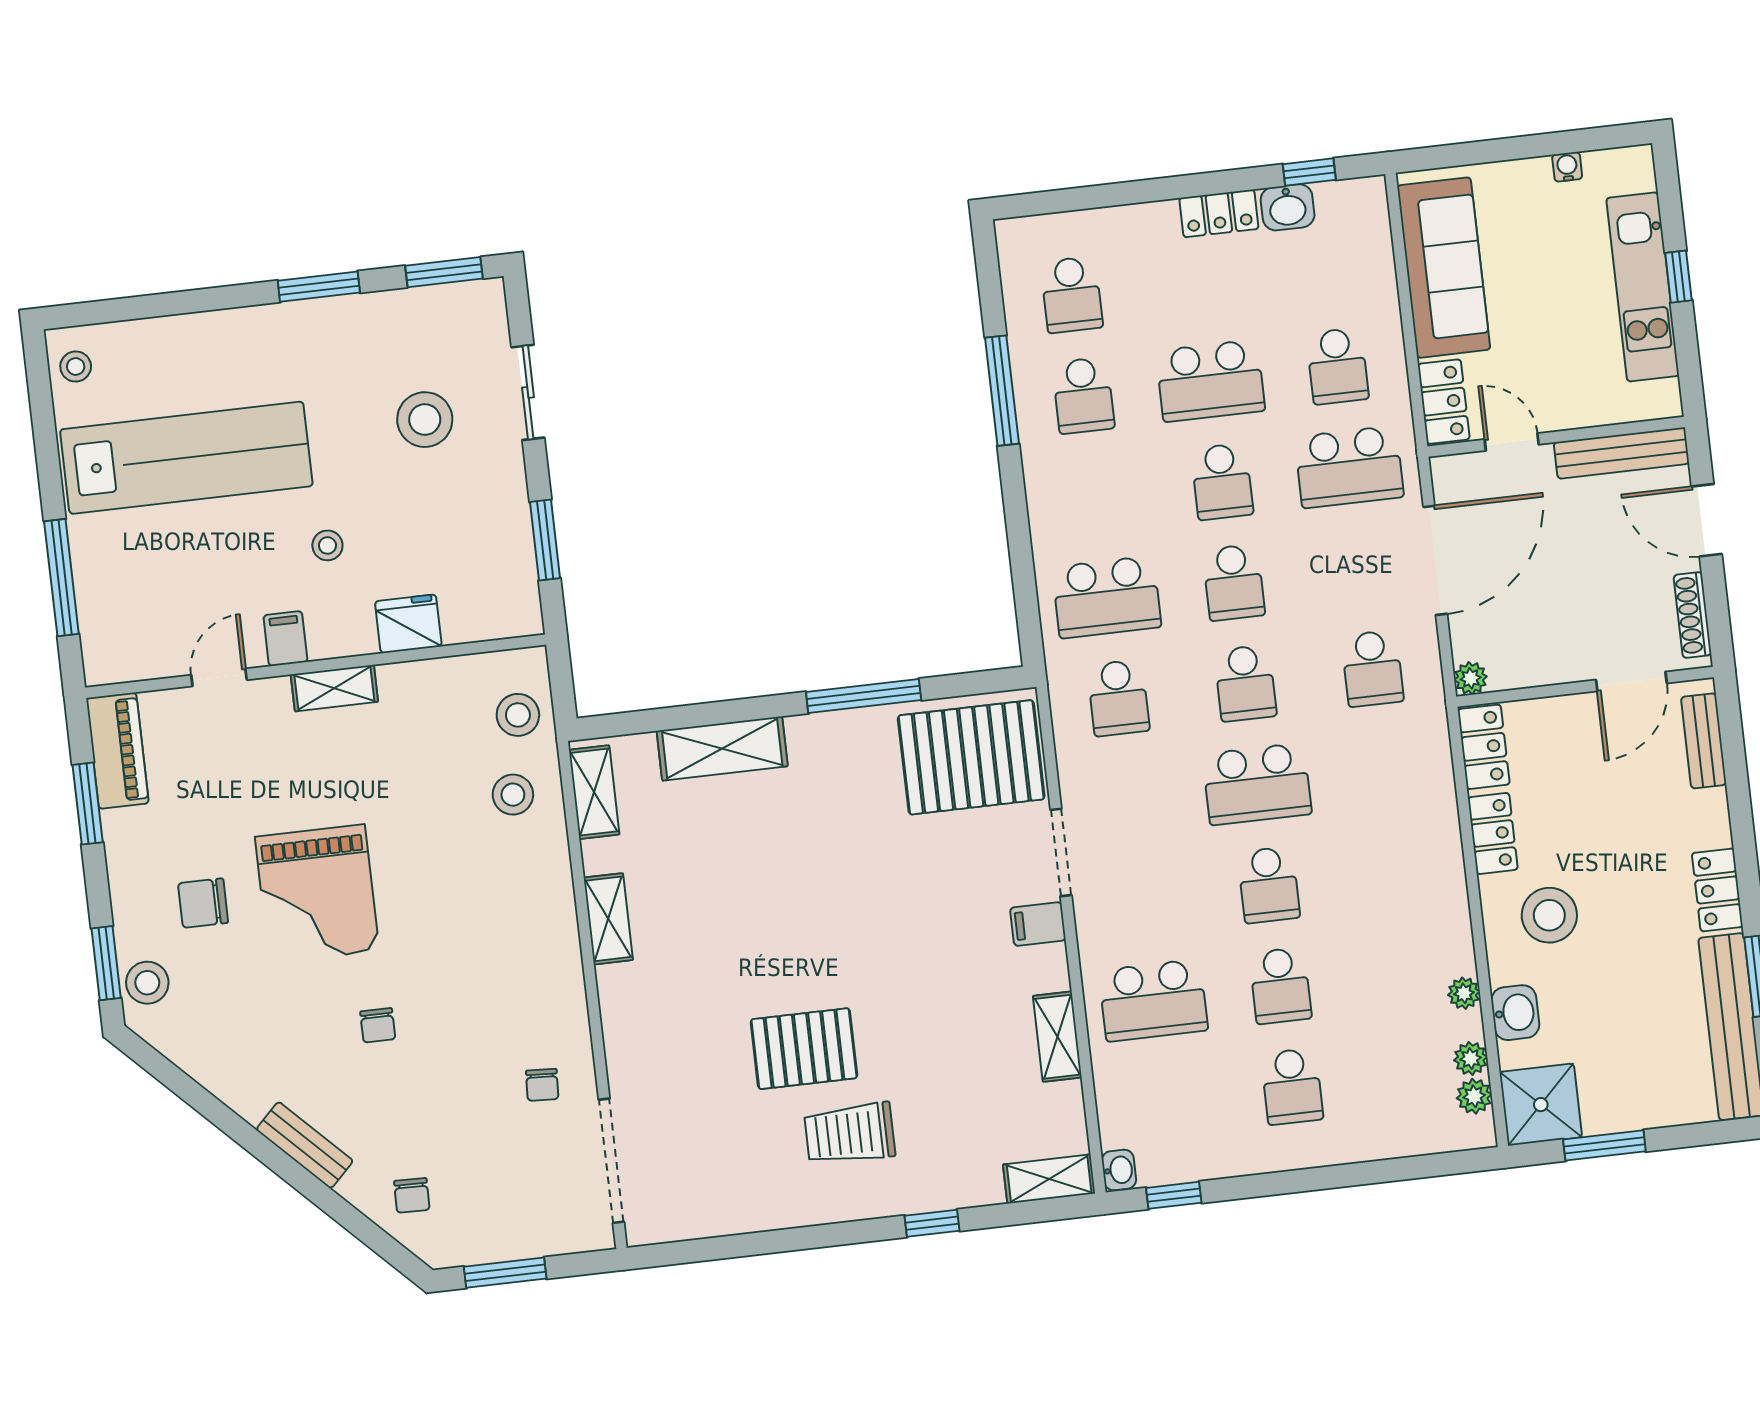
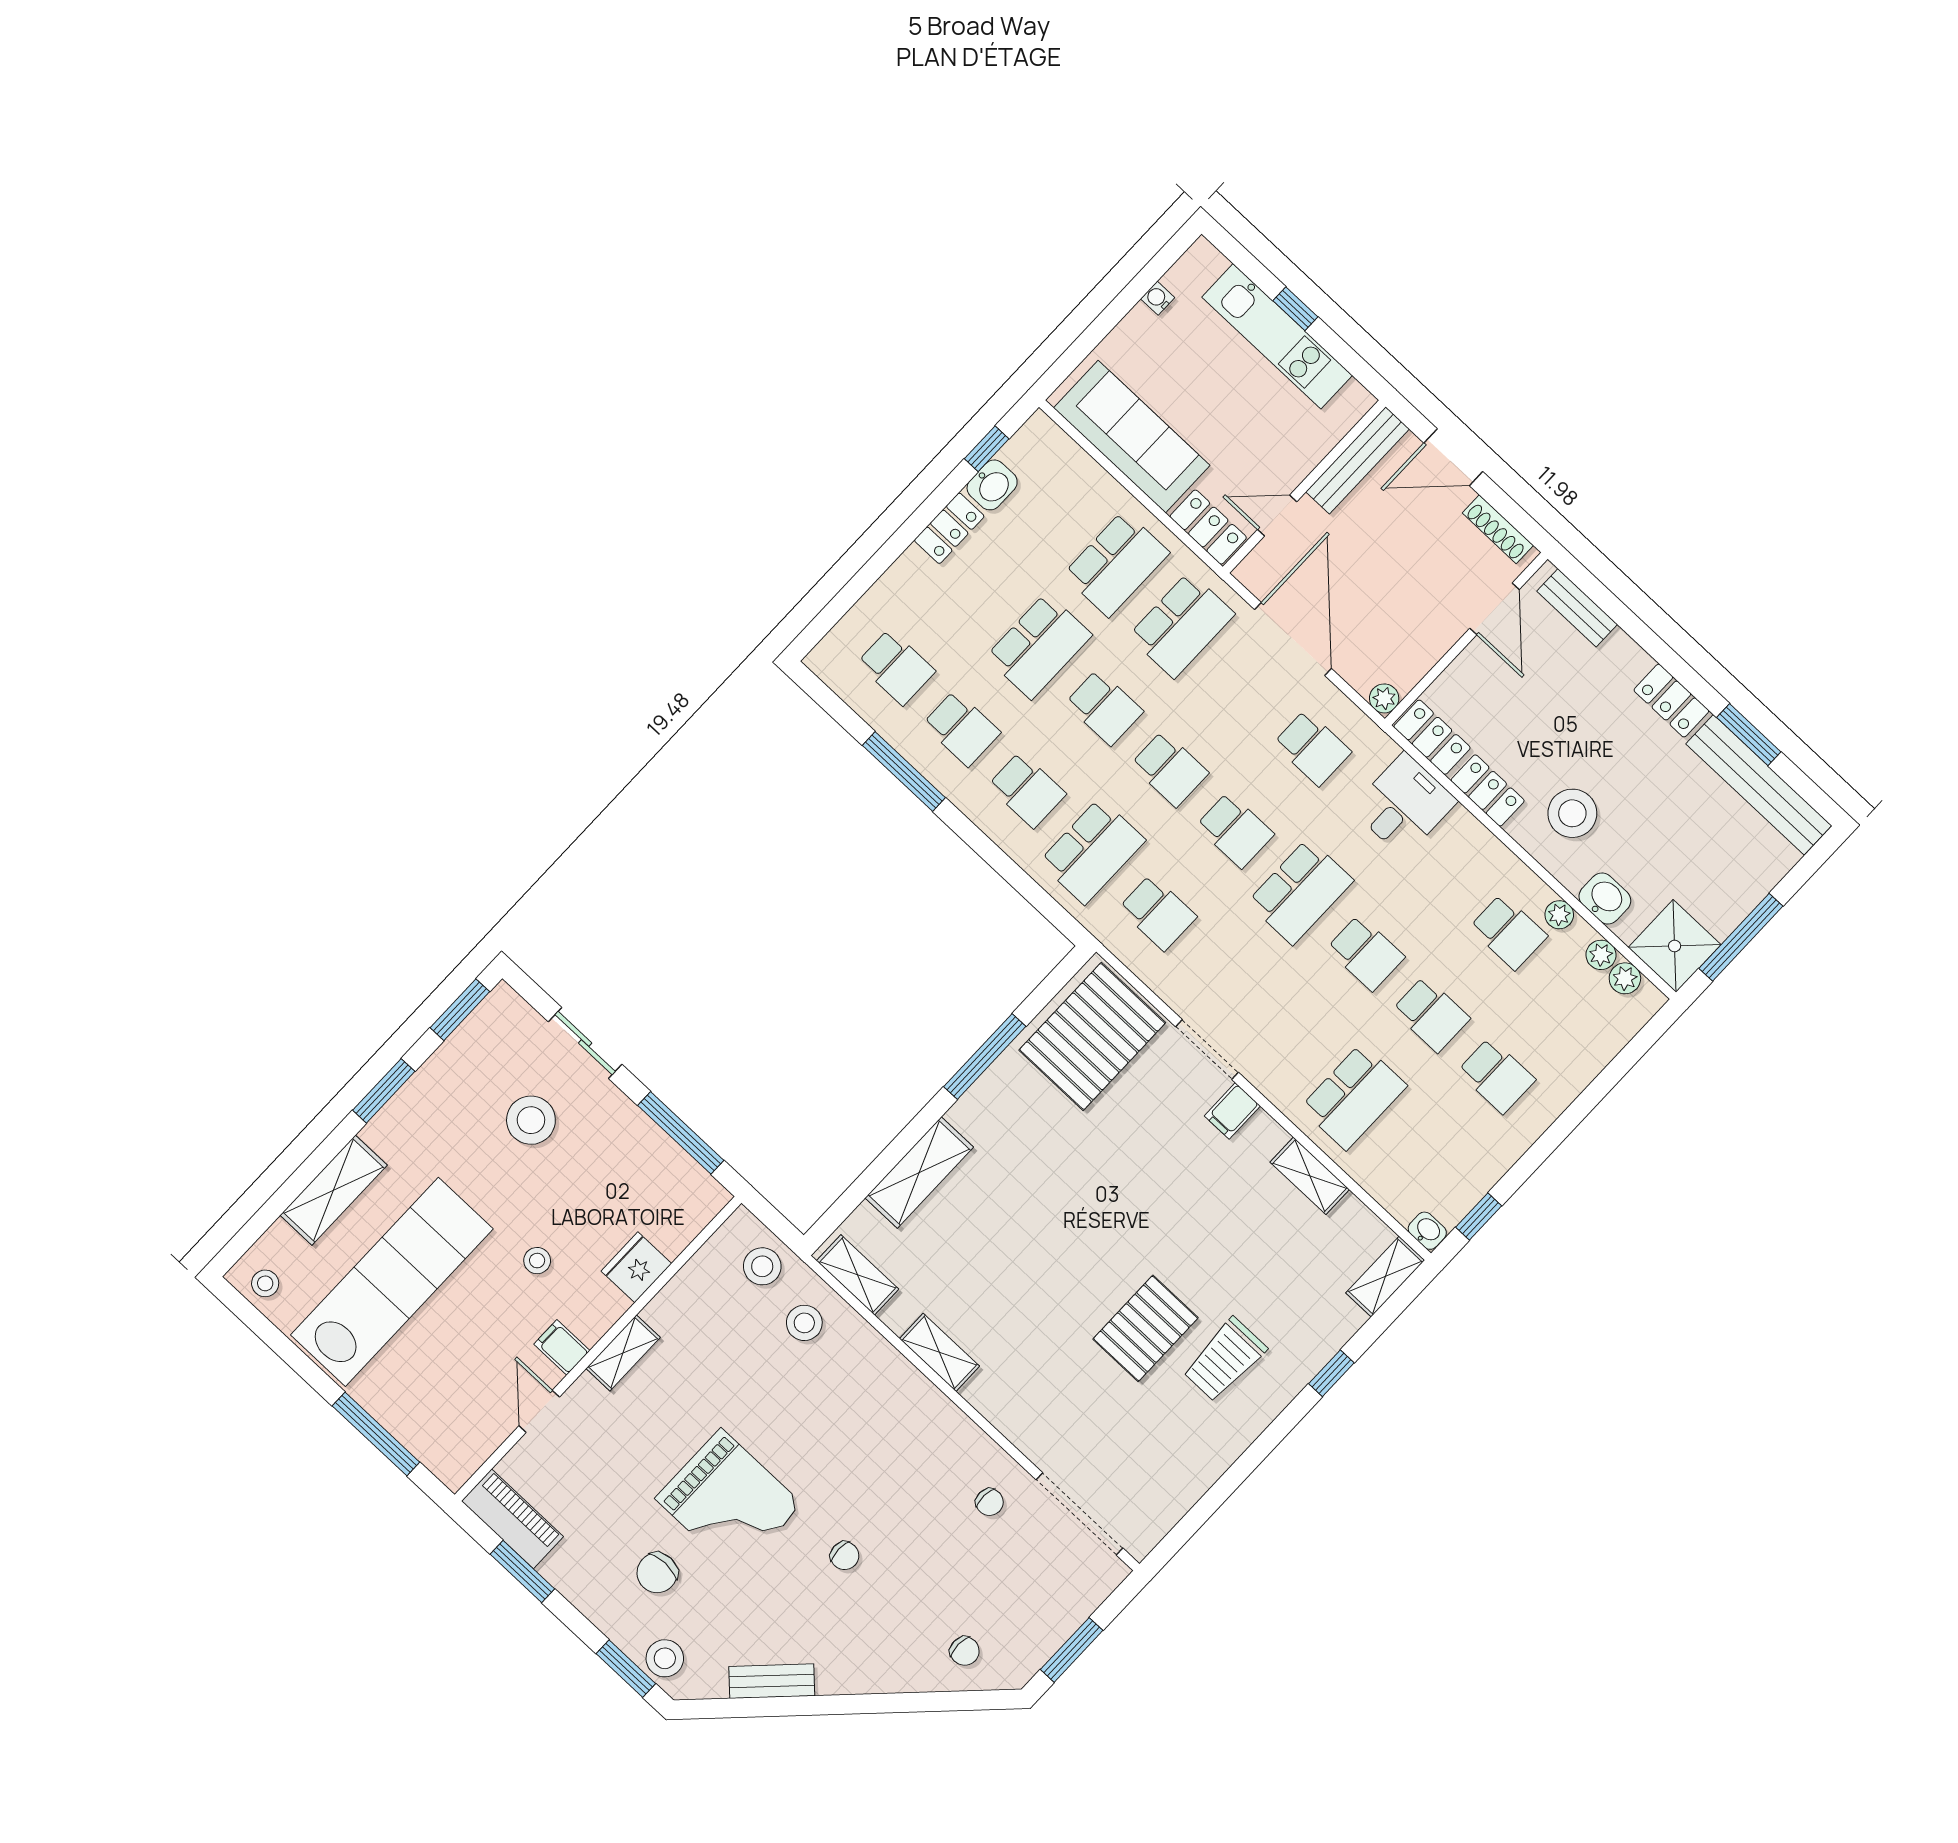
shelving: (203, 336) -> (334, 1190), added
school desk: (1337, 366) -> (1116, 564), width x1.85
school desk: (1095, 496) -> (1027, 790), added
window: (545, 540) -> (681, 1133), width x1.44
desk: (1410, 785) -> (1404, 805), added
school desk: (1407, 971) -> (1508, 932), added
bench: (305, 1145) -> (772, 1681), moved
window: (1604, 1145) -> (1741, 937), width x1.44

